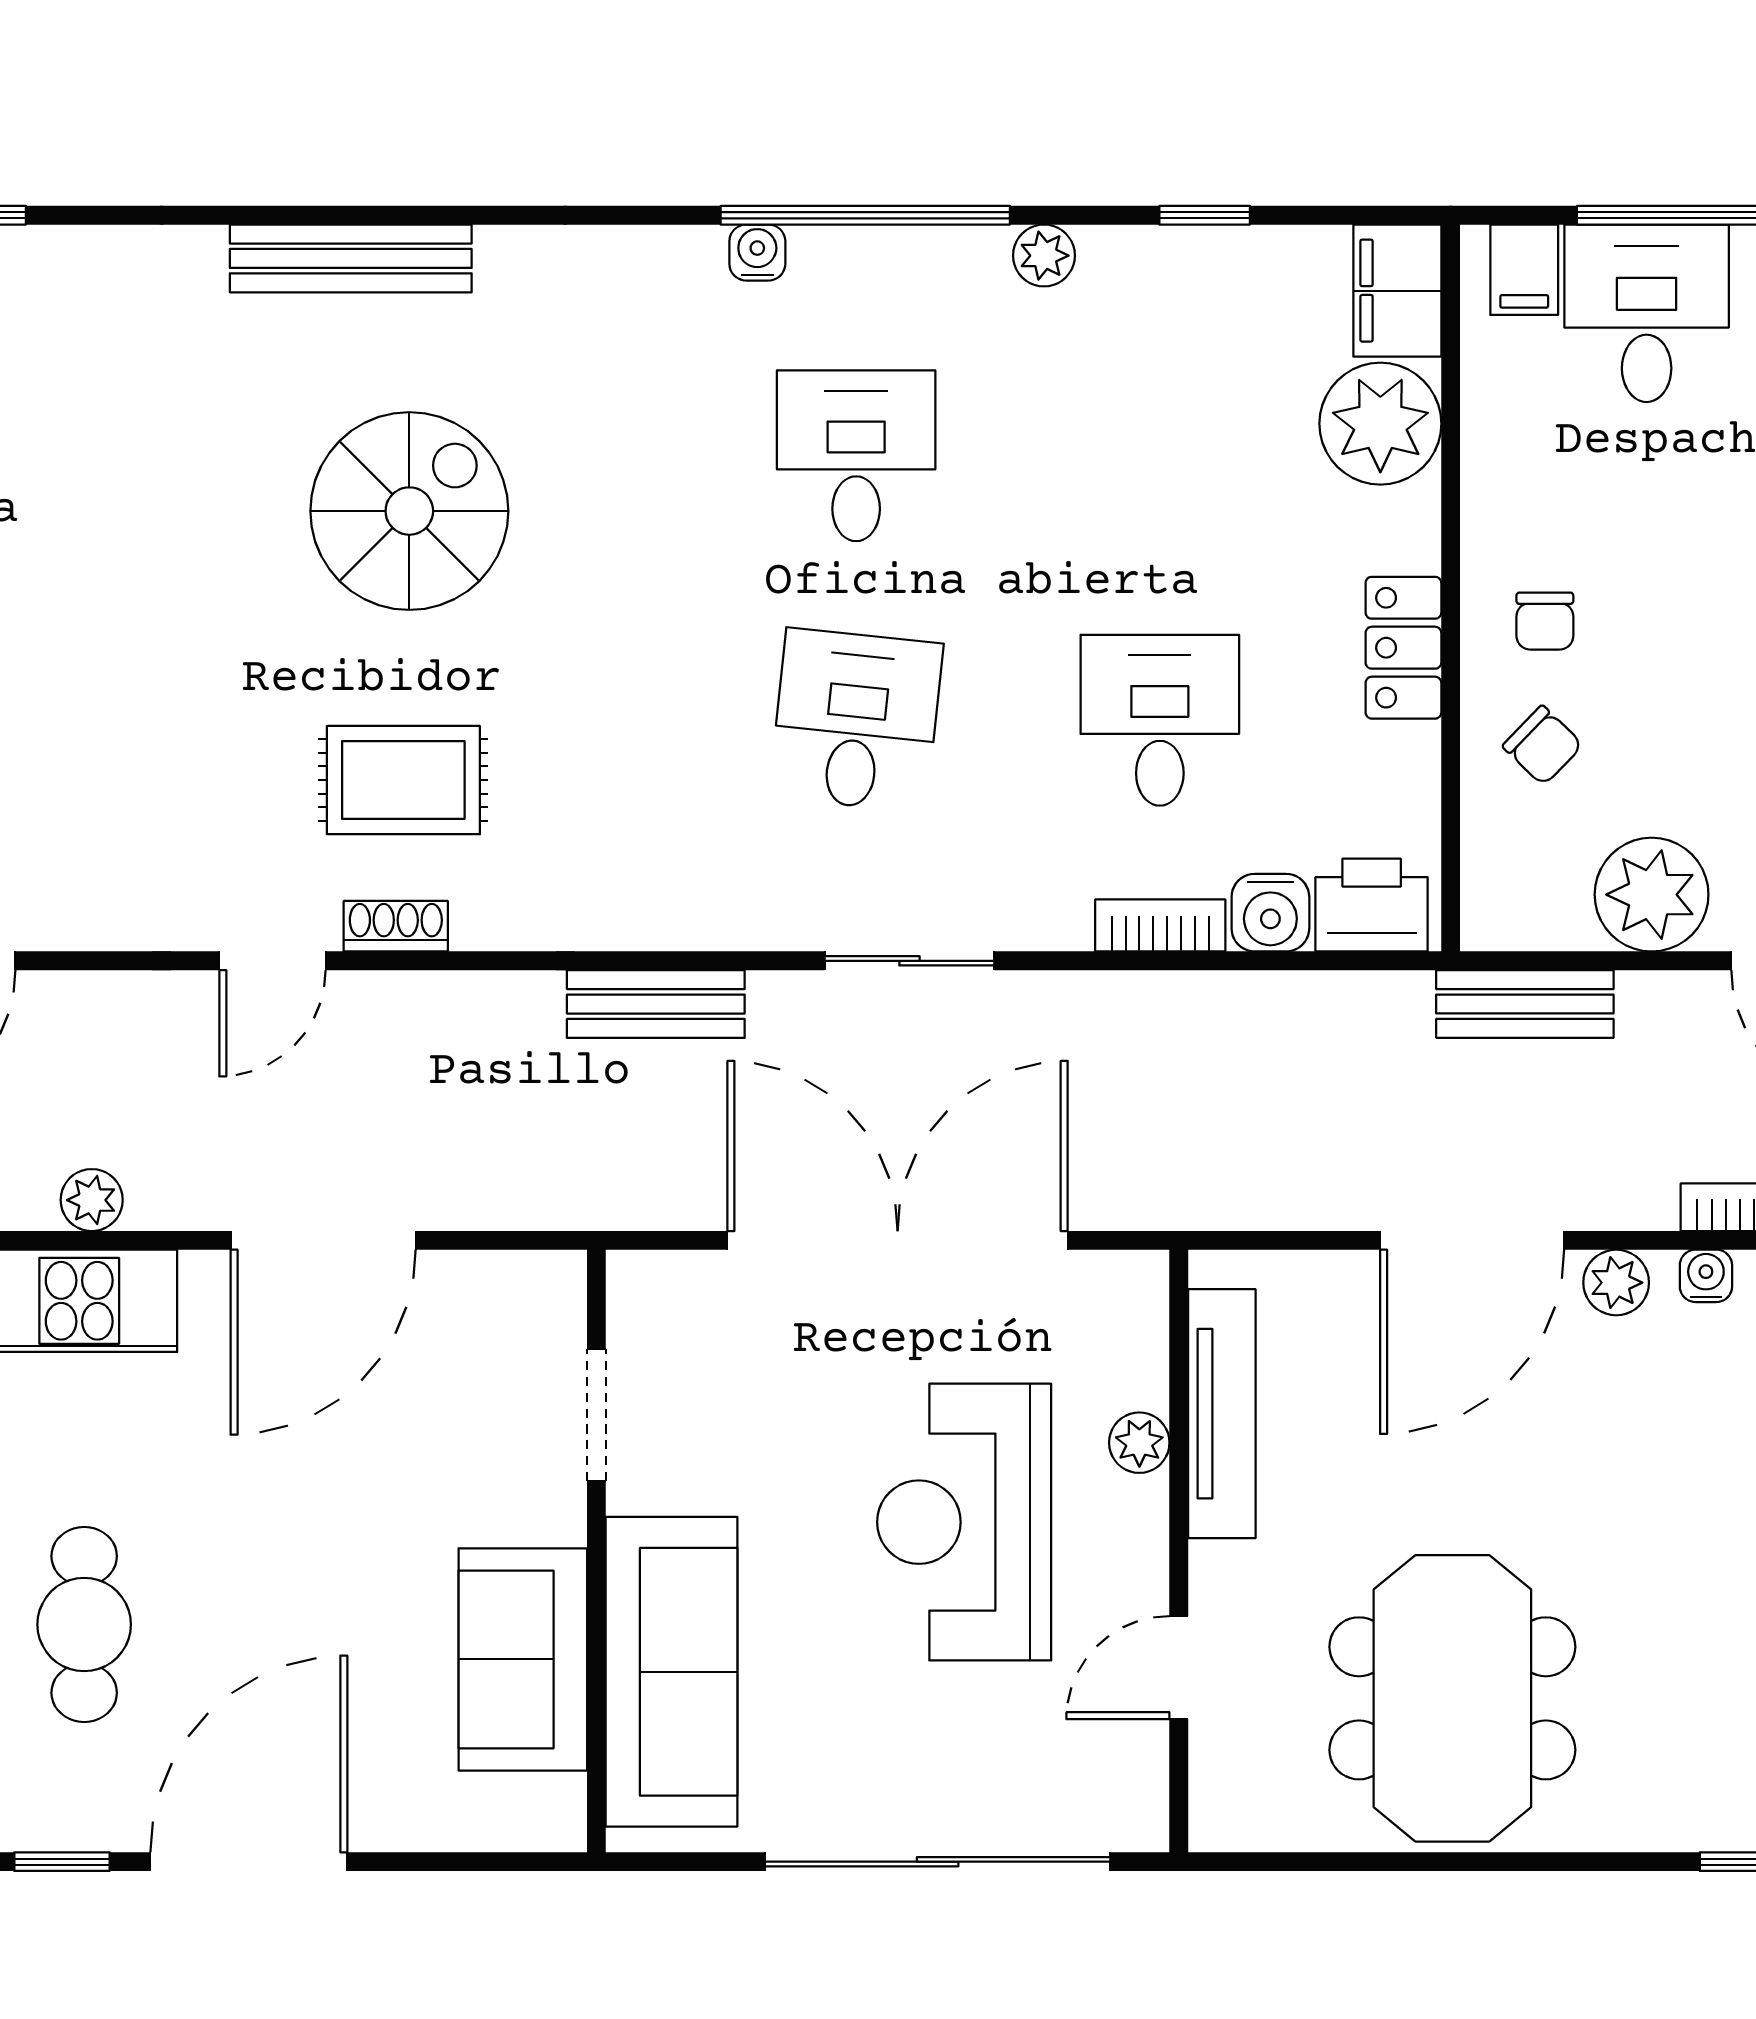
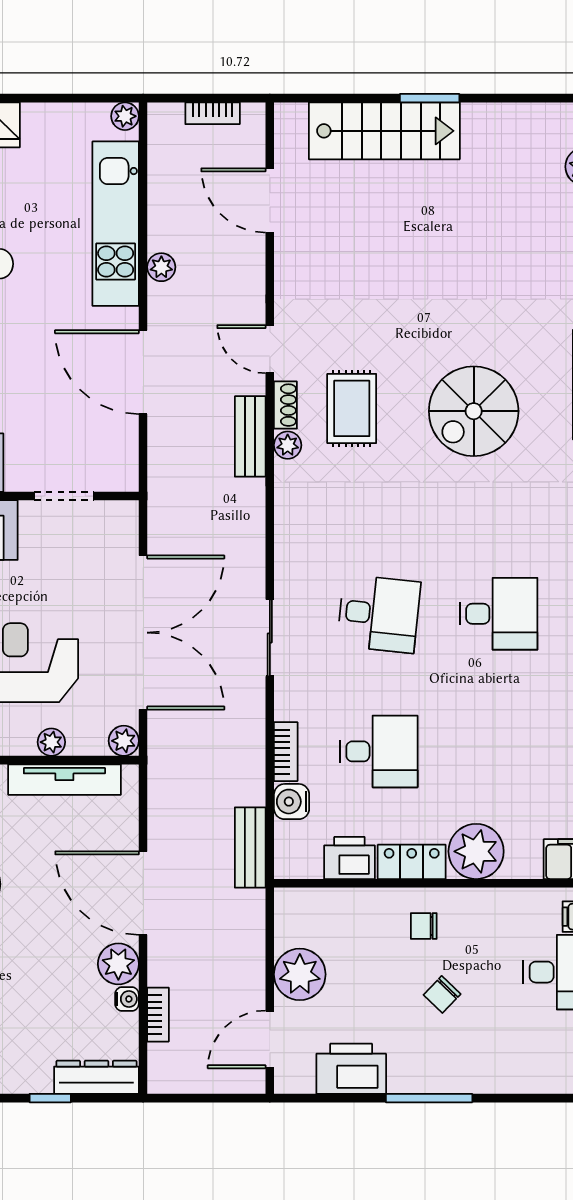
plant: (1380, 424) -> (476, 851), moved
spiral stairs: (409, 511) -> (474, 411), turned 90
chair: (1543, 745) -> (442, 994), moved
printer: (1372, 905) -> (349, 858), moved, turned -90
plant: (484, 921) -> (288, 445), added
bench: (656, 1004) -> (250, 436), moved
bench: (1525, 1004) -> (250, 847), moved
plant: (1136, 1283) -> (124, 741), added
plant: (1616, 1283) -> (118, 964), width x1.38, depth x1.38

